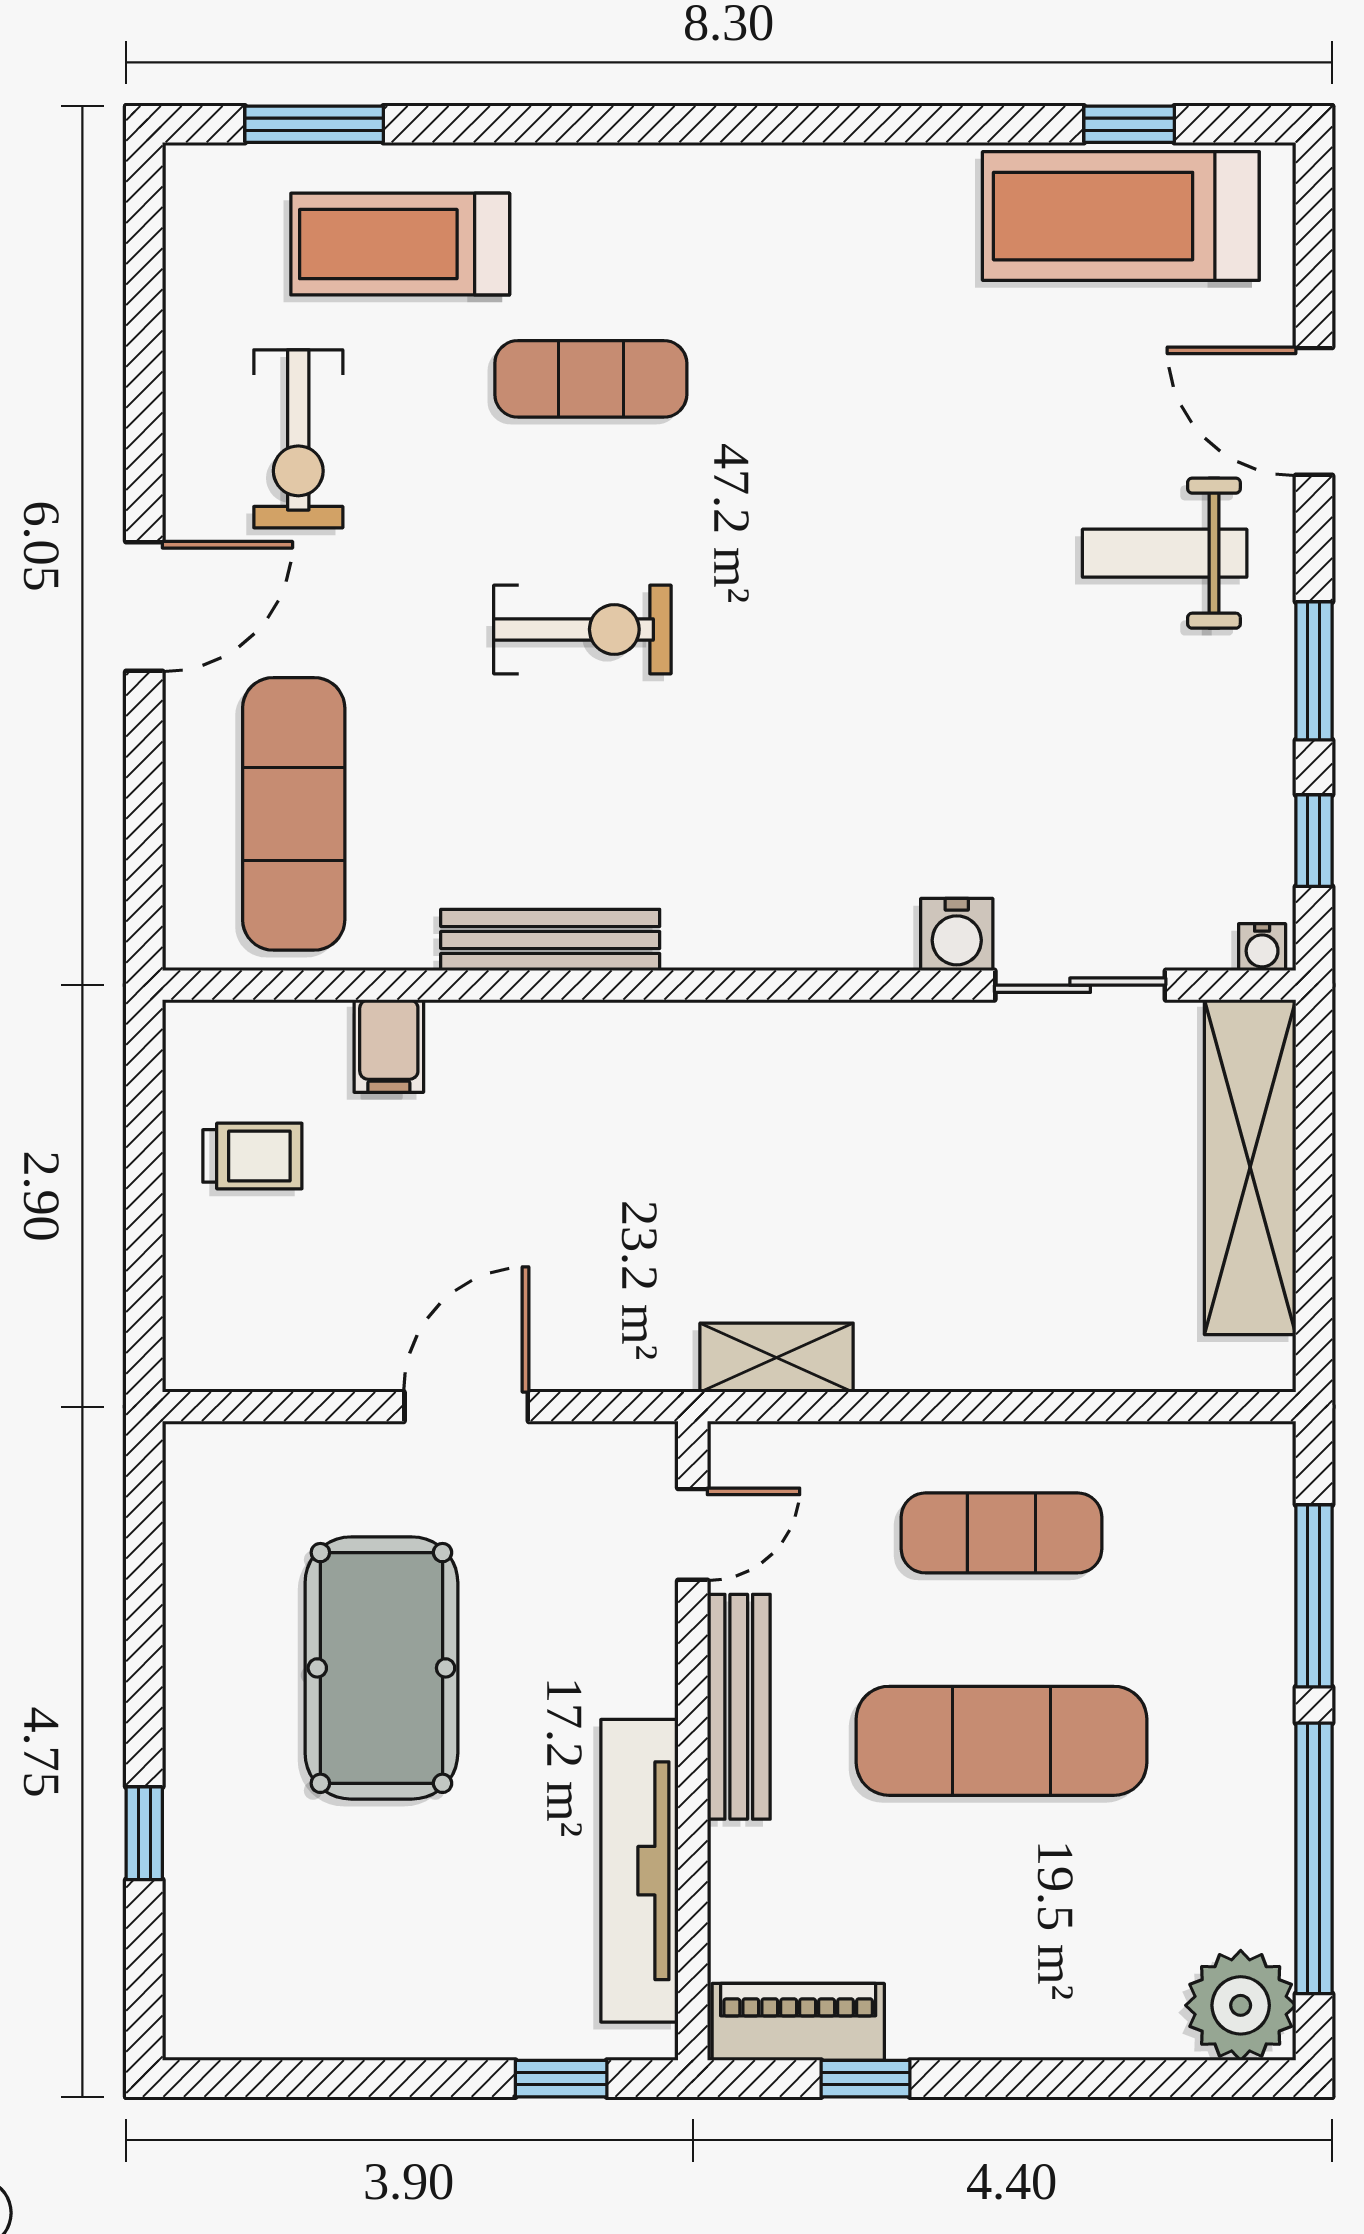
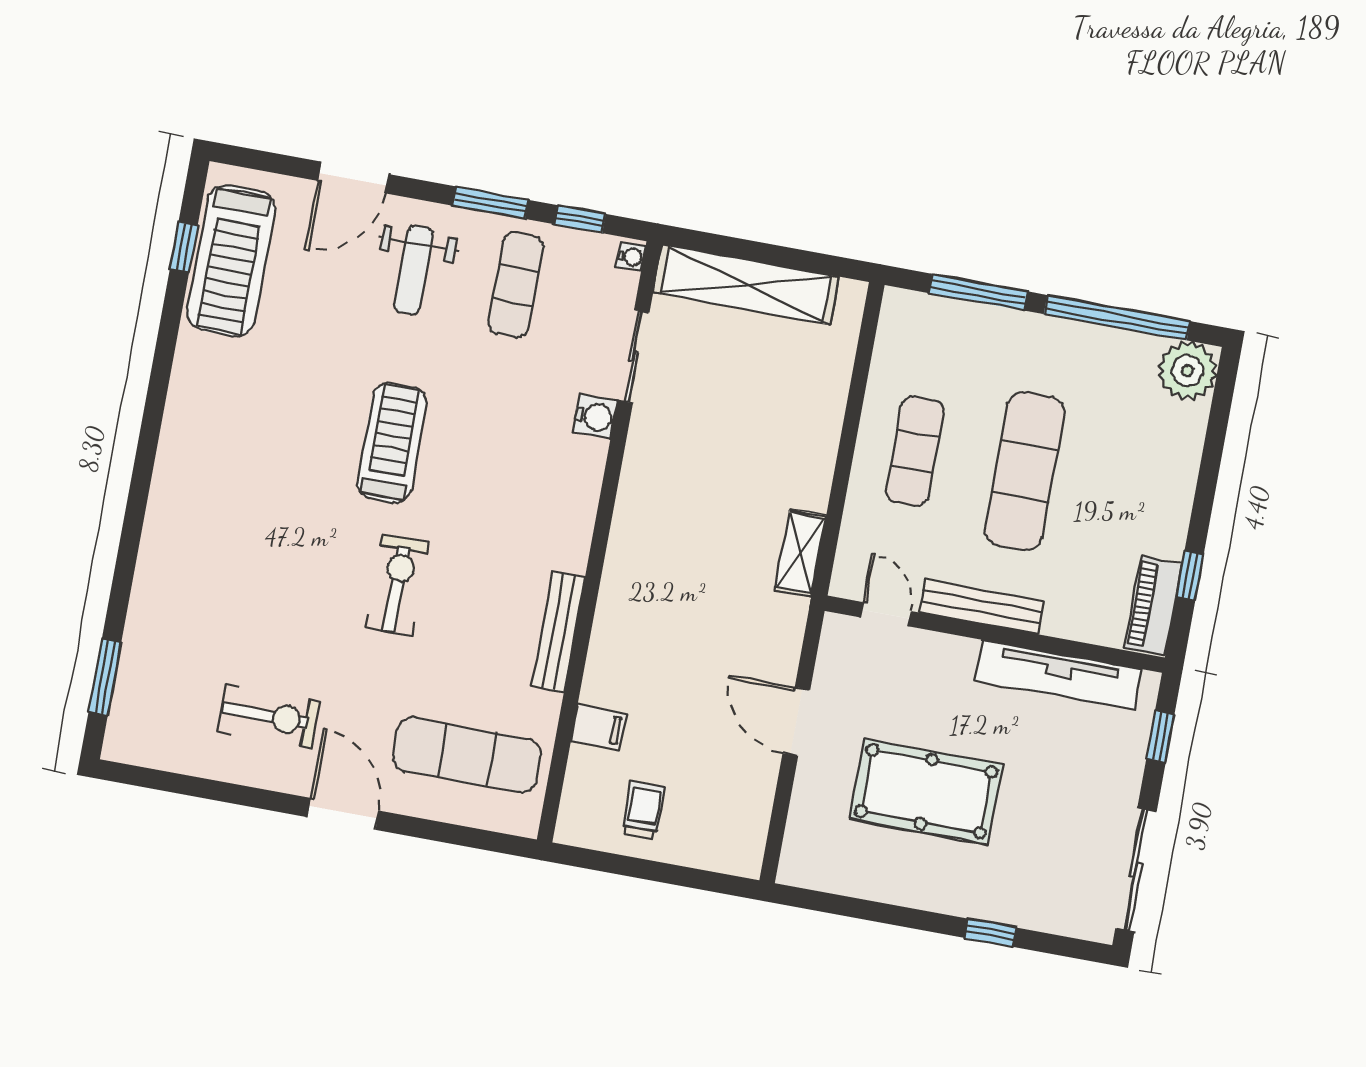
treadmill: (400, 244) -> (392, 443), moved, turned 180
exercise mat: (591, 379) -> (516, 285), moved
sliding door: (308, 2079) -> (1136, 870), added

